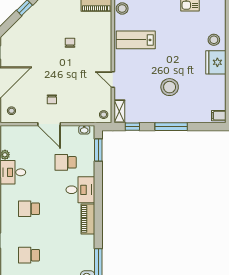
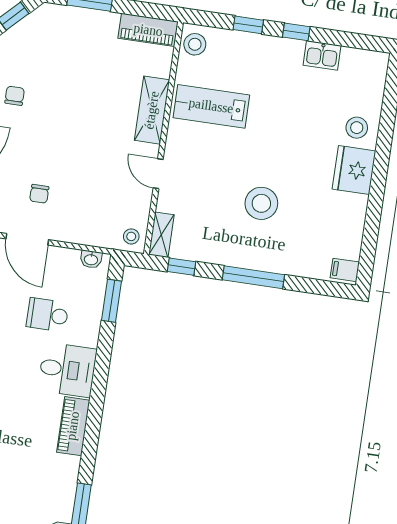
chair: (70, 43) -> (15, 96), moved
shelving: (105, 46) -> (152, 110), added

